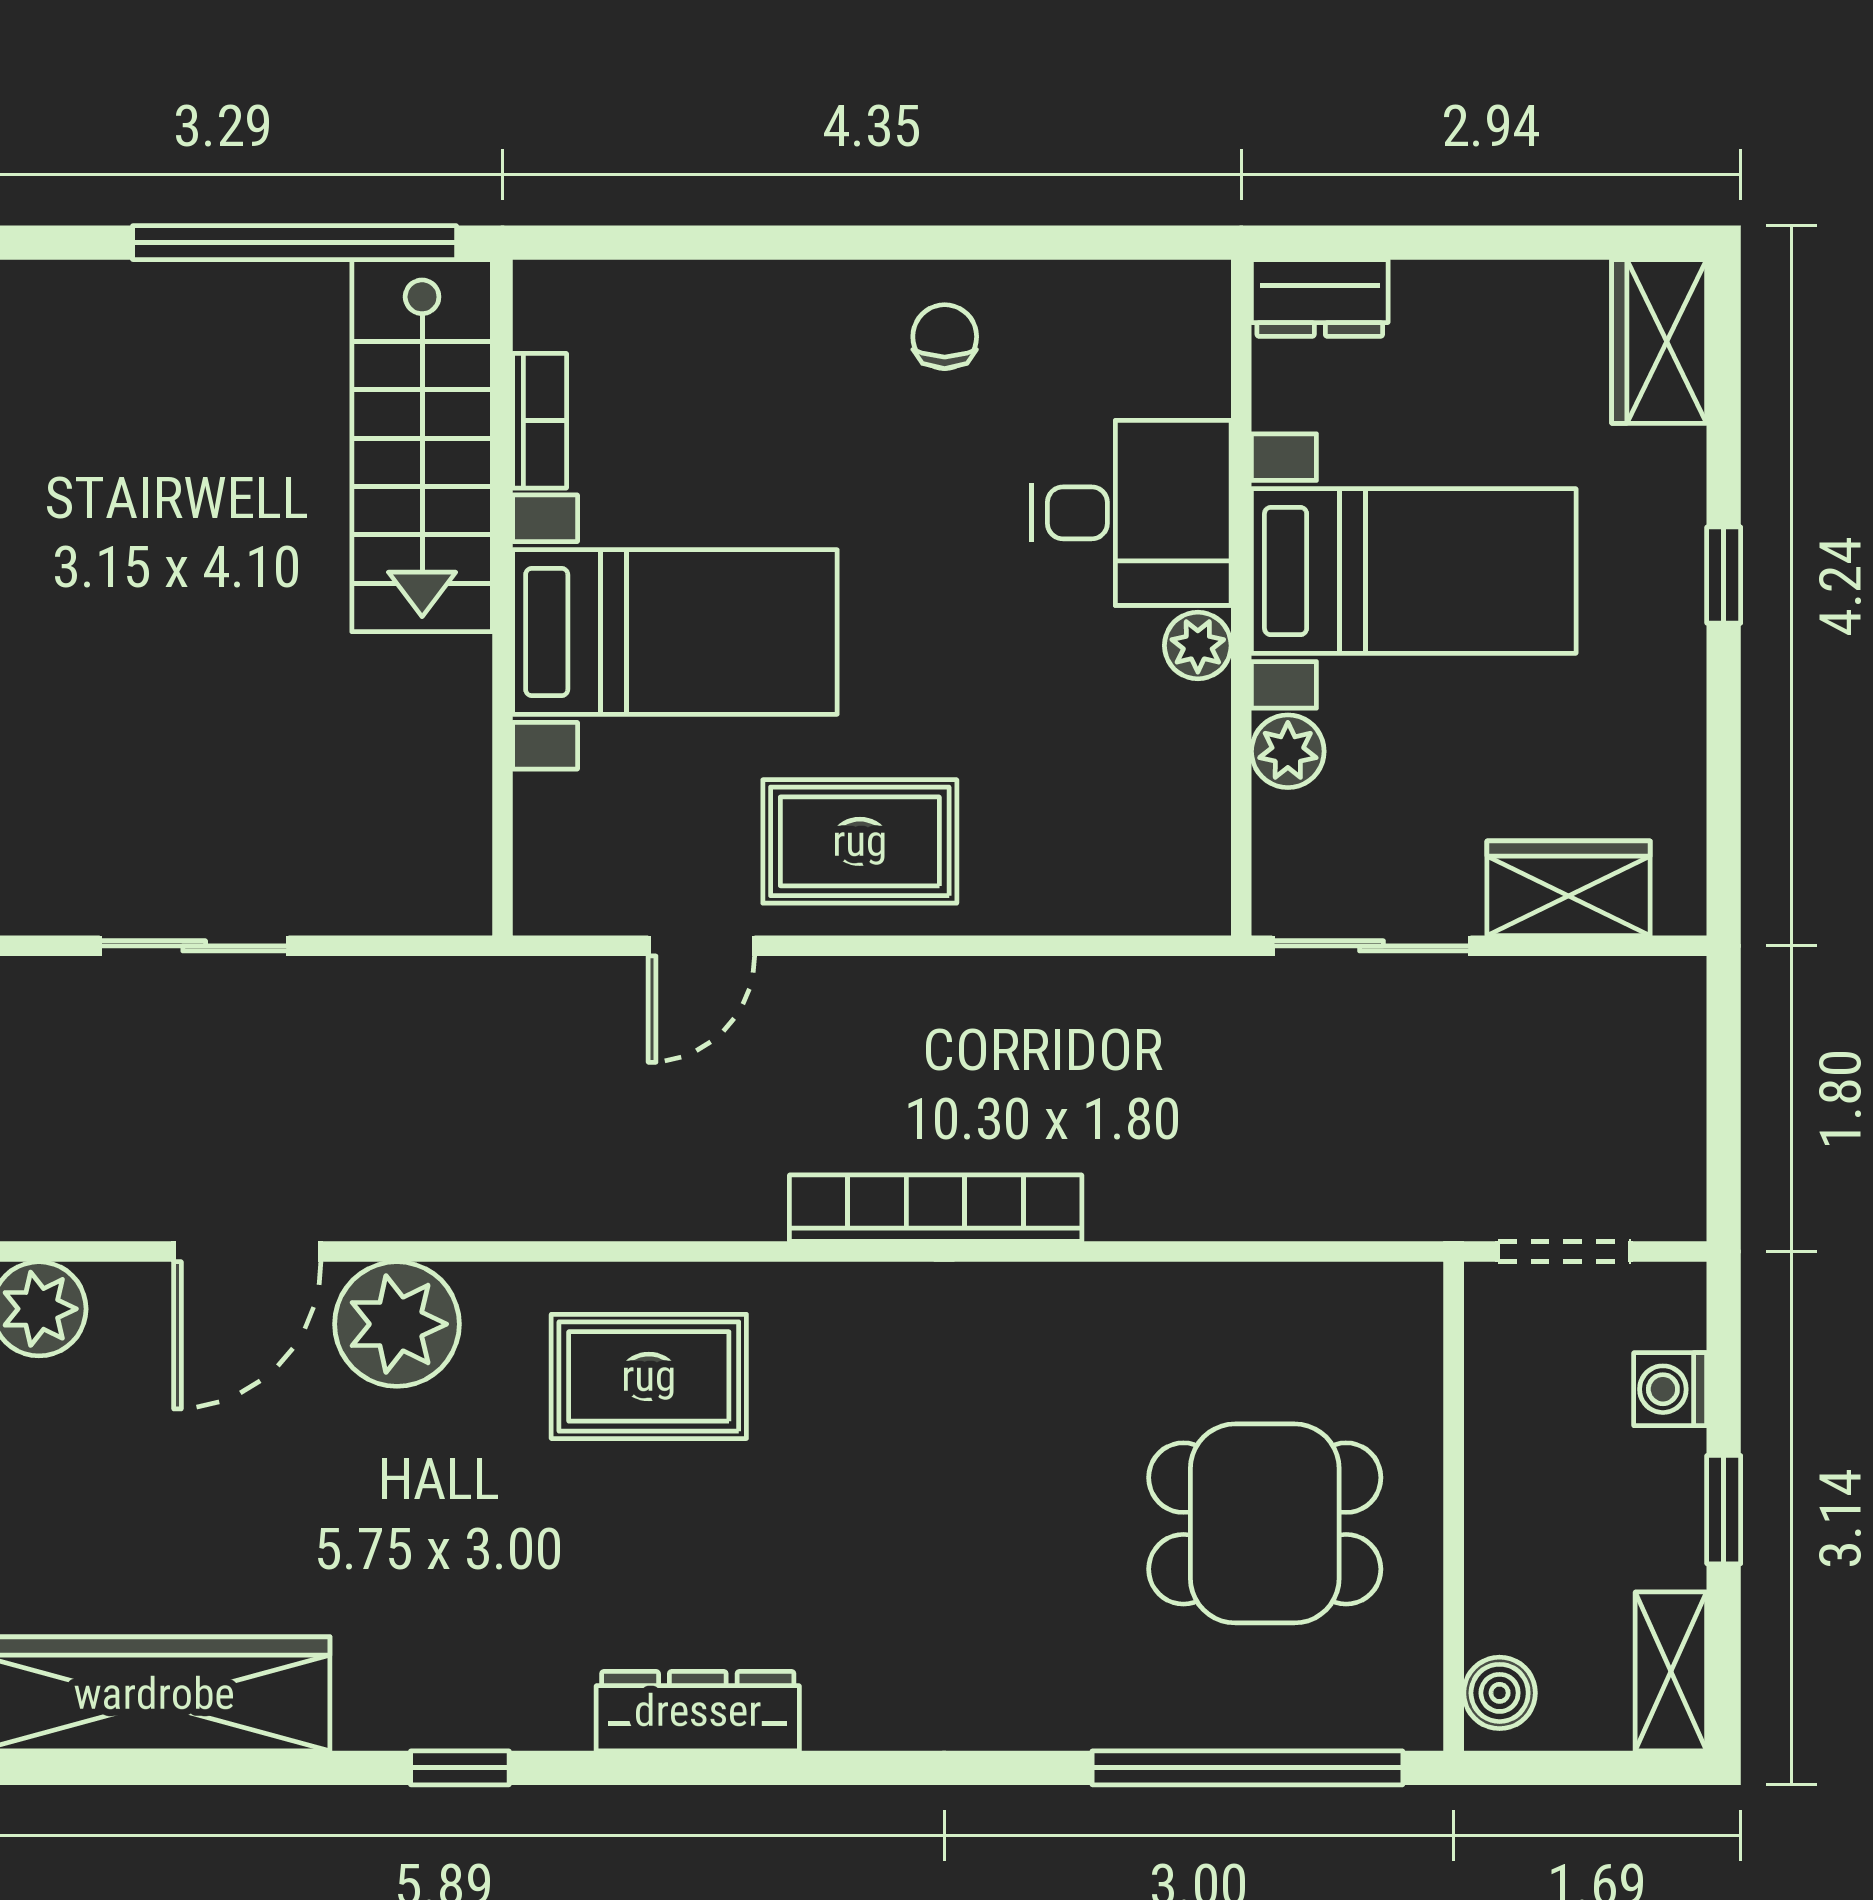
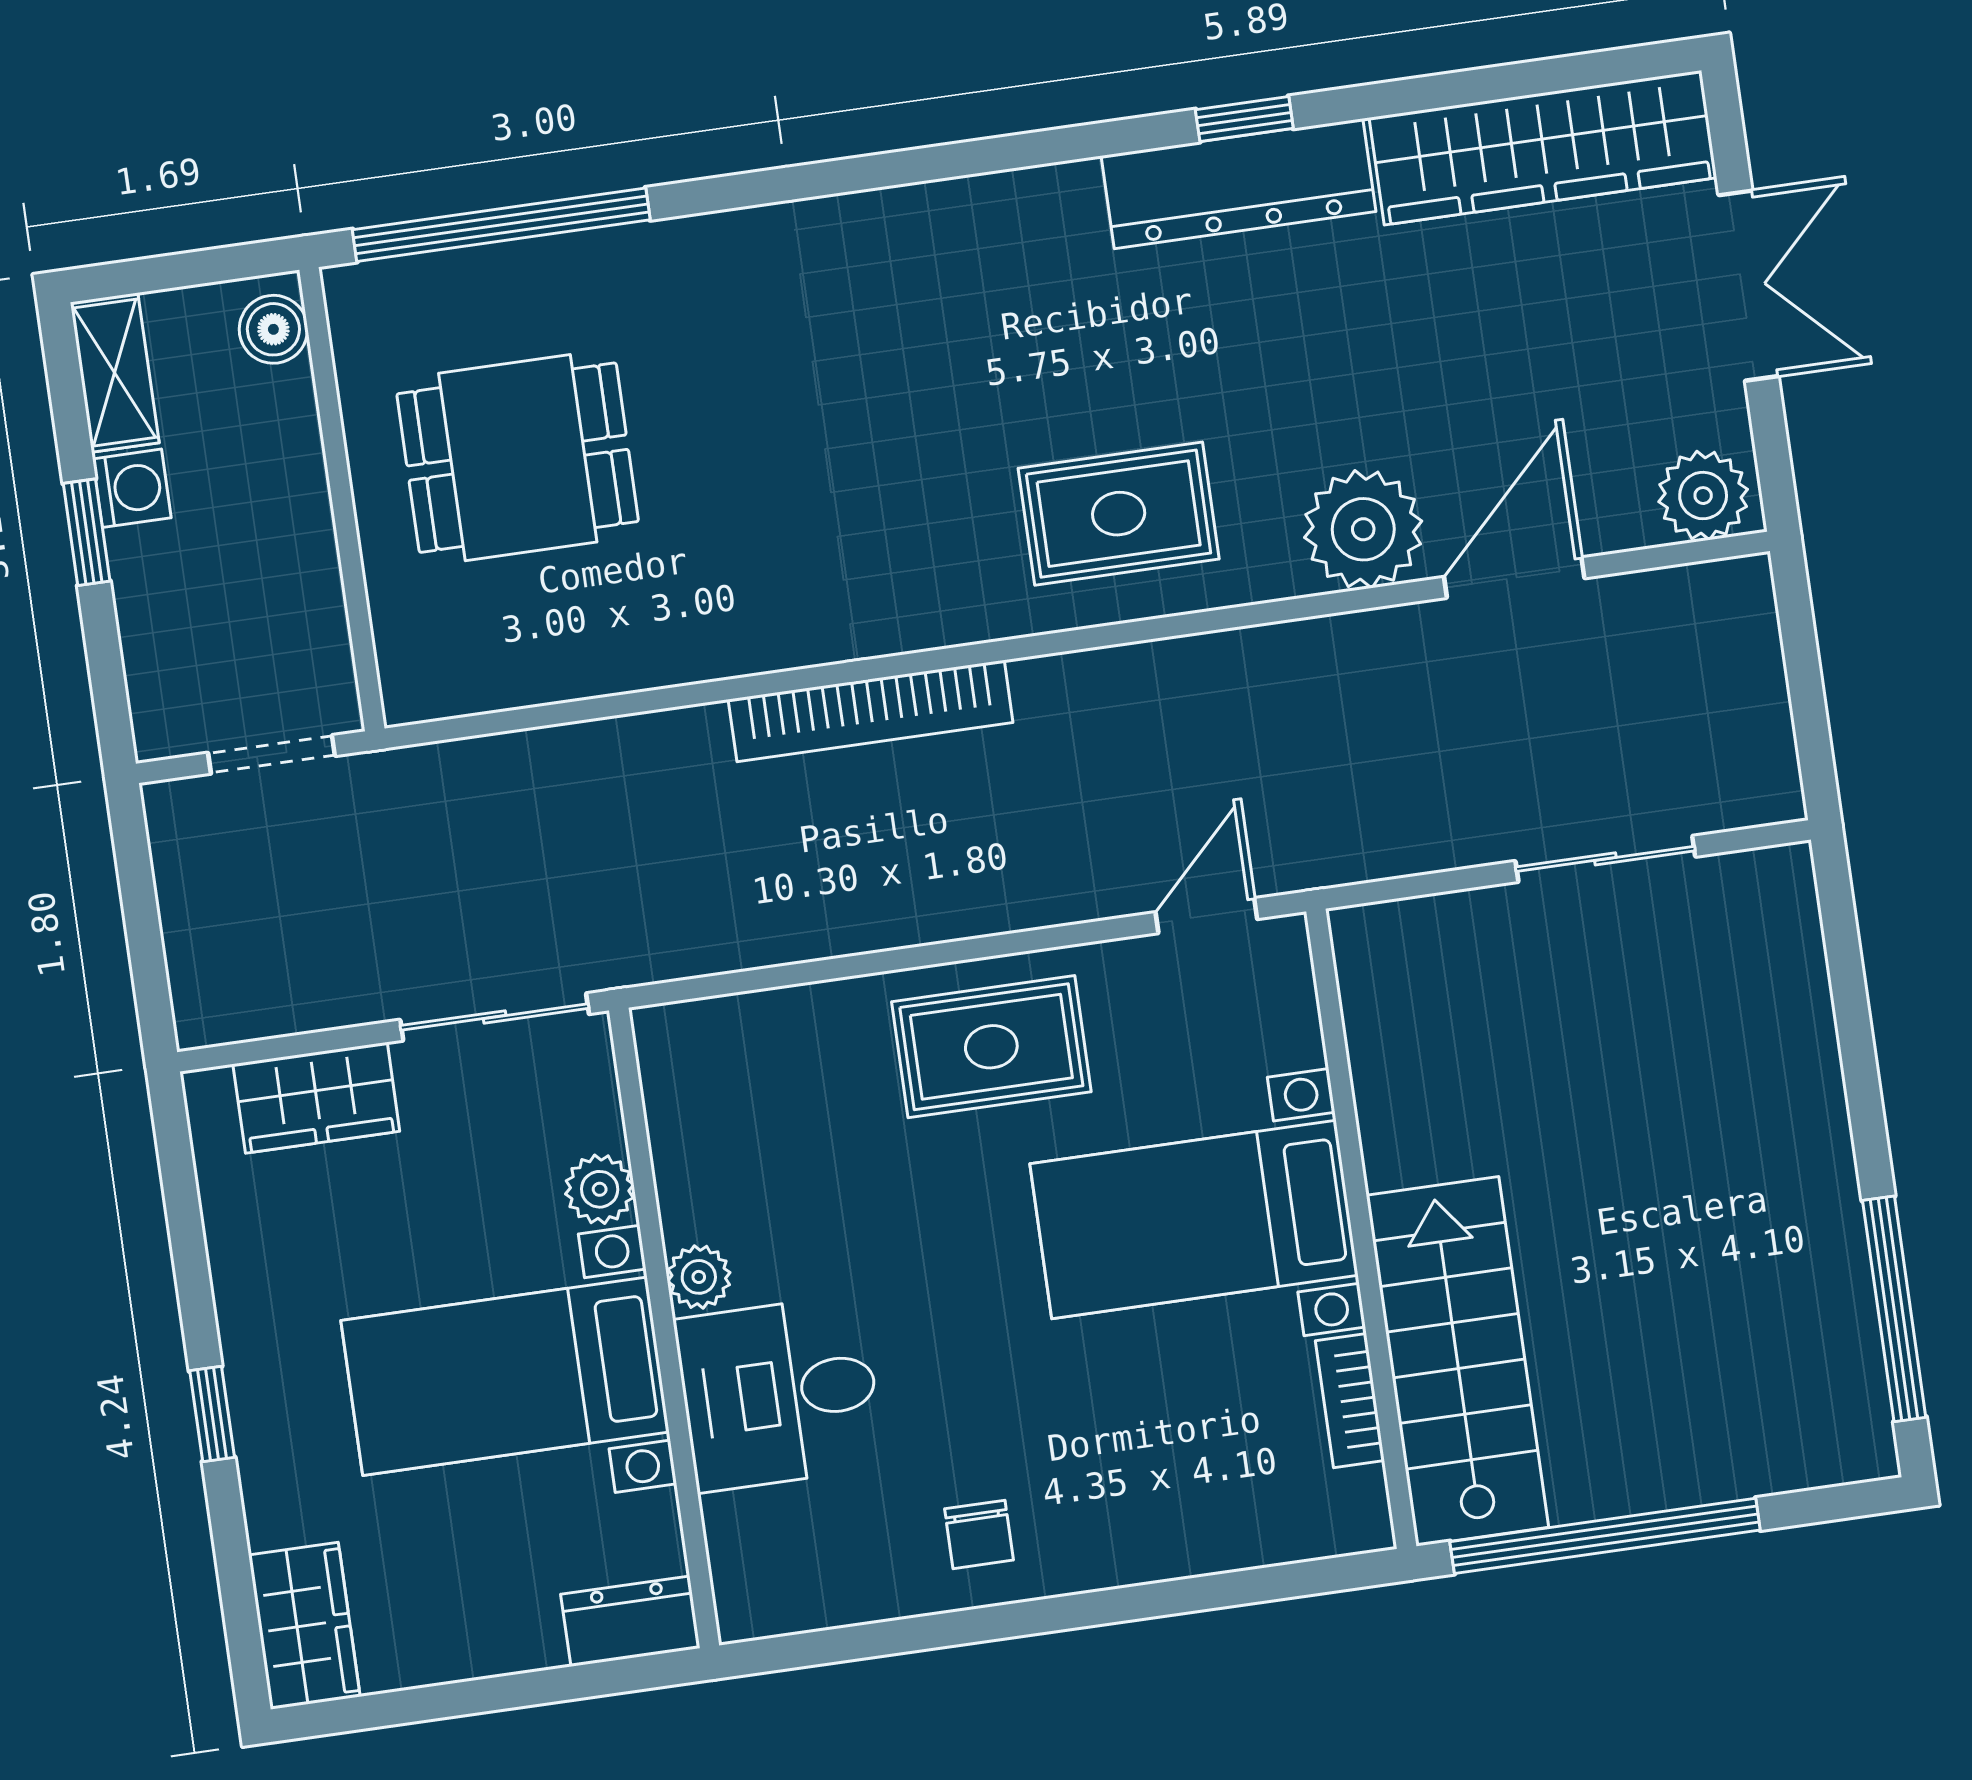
door: (701, 946) -> (1206, 916), moved
washing machine: (1670, 1389) -> (132, 488), moved
dresser: (698, 1711) -> (1239, 184), moved, width x1.37, depth x1.24

